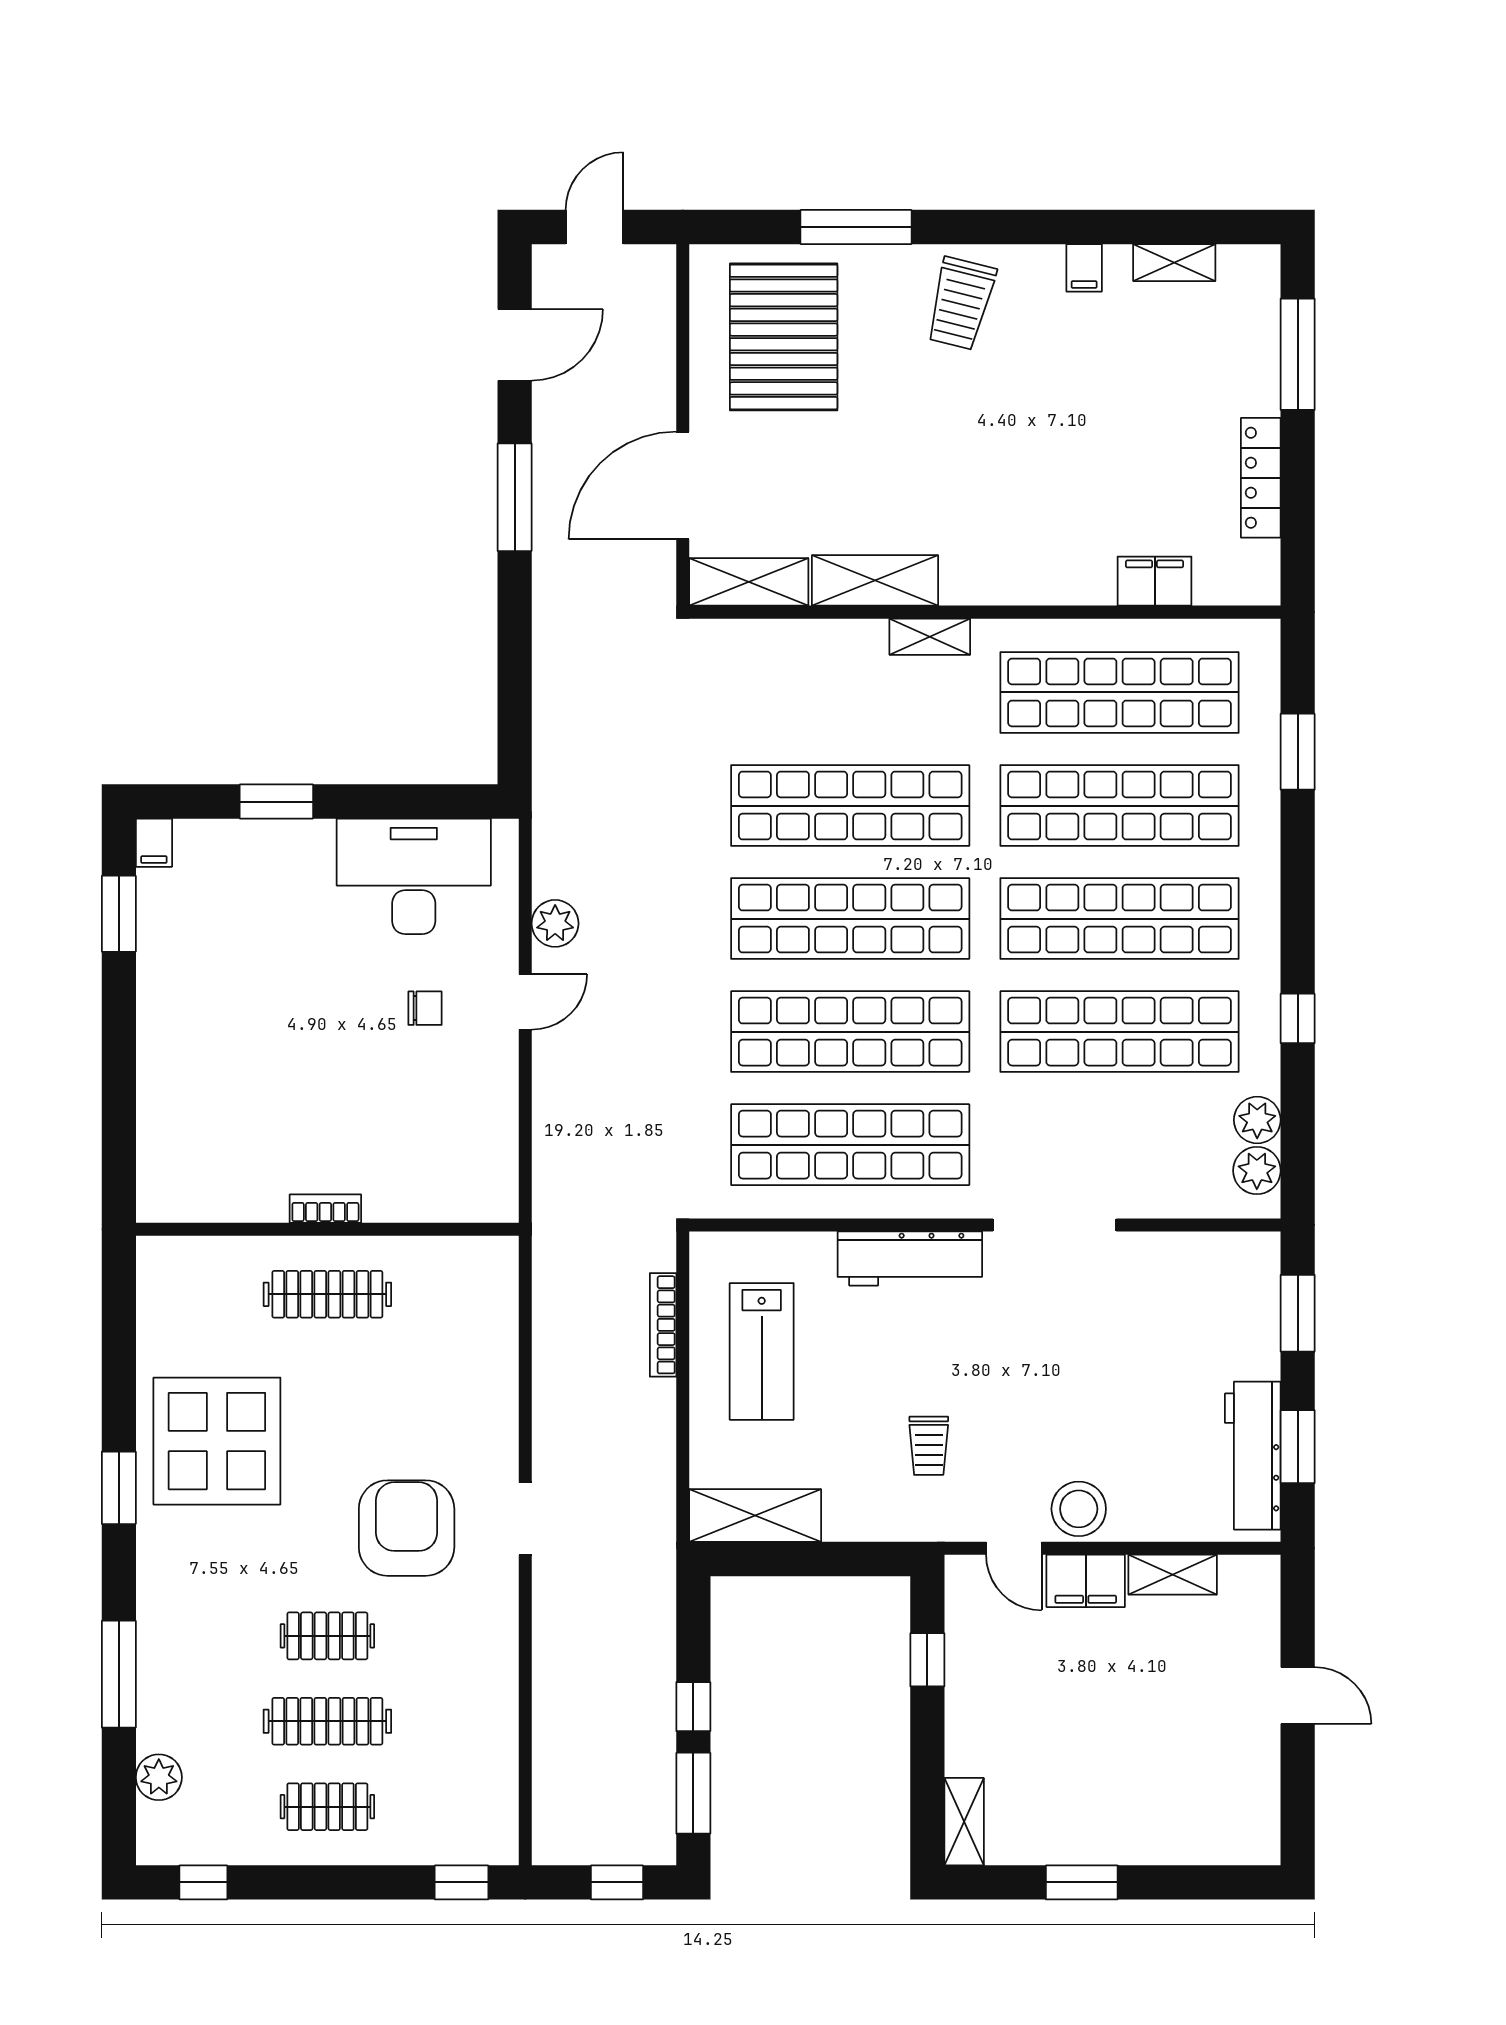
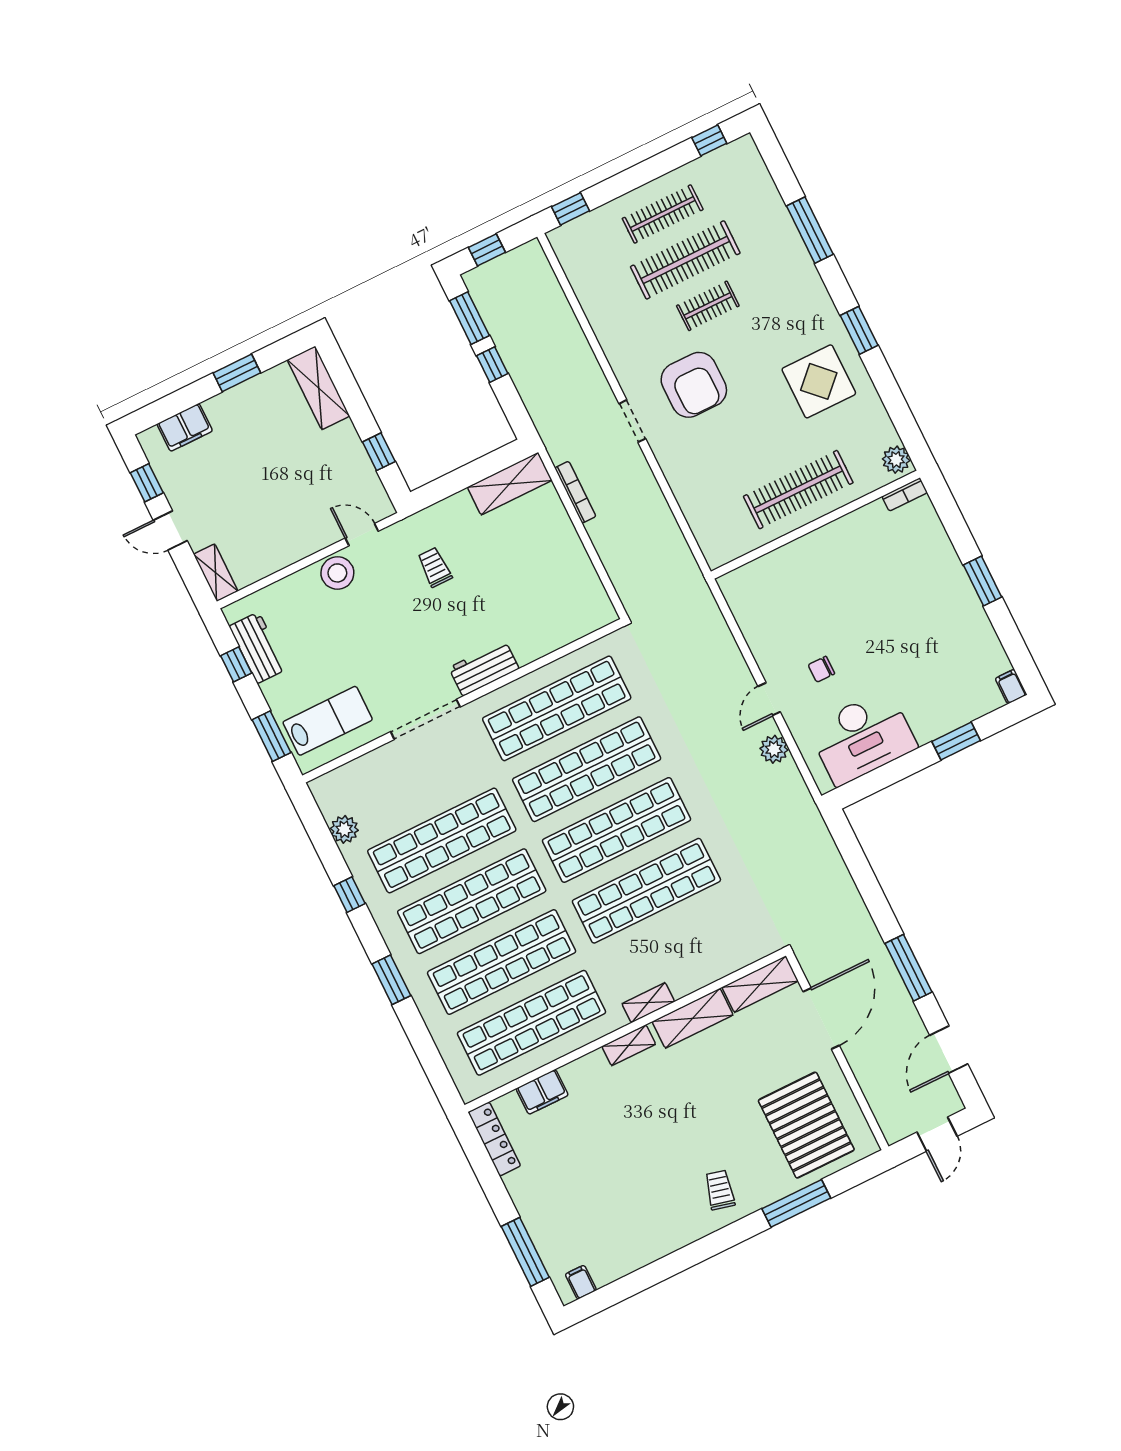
shelving: (1174, 263) -> (629, 1045), moved
filing cabinet: (1084, 268) -> (581, 1282), moved
trolley: (961, 303) -> (720, 1190), width x0.73, depth x0.72
locker: (1261, 478) -> (494, 1139), moved
window: (1298, 752) -> (391, 980), moved
window: (119, 914) -> (983, 581), moved
plant: (1257, 1171) -> (331, 802), removed
bookcase: (325, 1209) -> (905, 494), moved
workbench: (910, 1258) -> (484, 668), width x0.73
clothes rail: (327, 1294) -> (798, 490), width x1.37, depth x1.31
bookcase: (663, 1325) -> (575, 492), moved
lab bench: (762, 1351) -> (328, 721), moved, turned 90
display table: (217, 1441) -> (819, 381), width x0.73, depth x0.73
window: (1298, 1447) -> (236, 664), width x0.67
workbench: (1253, 1456) -> (258, 648), width x0.73
shelving: (1173, 1575) -> (216, 573), moved, turned 90
filing cabinet: (1086, 1581) -> (185, 427), moved, turned 180
clothes rail: (327, 1721) -> (685, 260), width x1.37, depth x1.31
plant: (159, 1777) -> (896, 460), moved
window: (1298, 1784) -> (147, 483), added
clothes rail: (327, 1807) -> (663, 214), width x1.36
shelving: (964, 1822) -> (319, 388), width x1.50, depth x1.33

